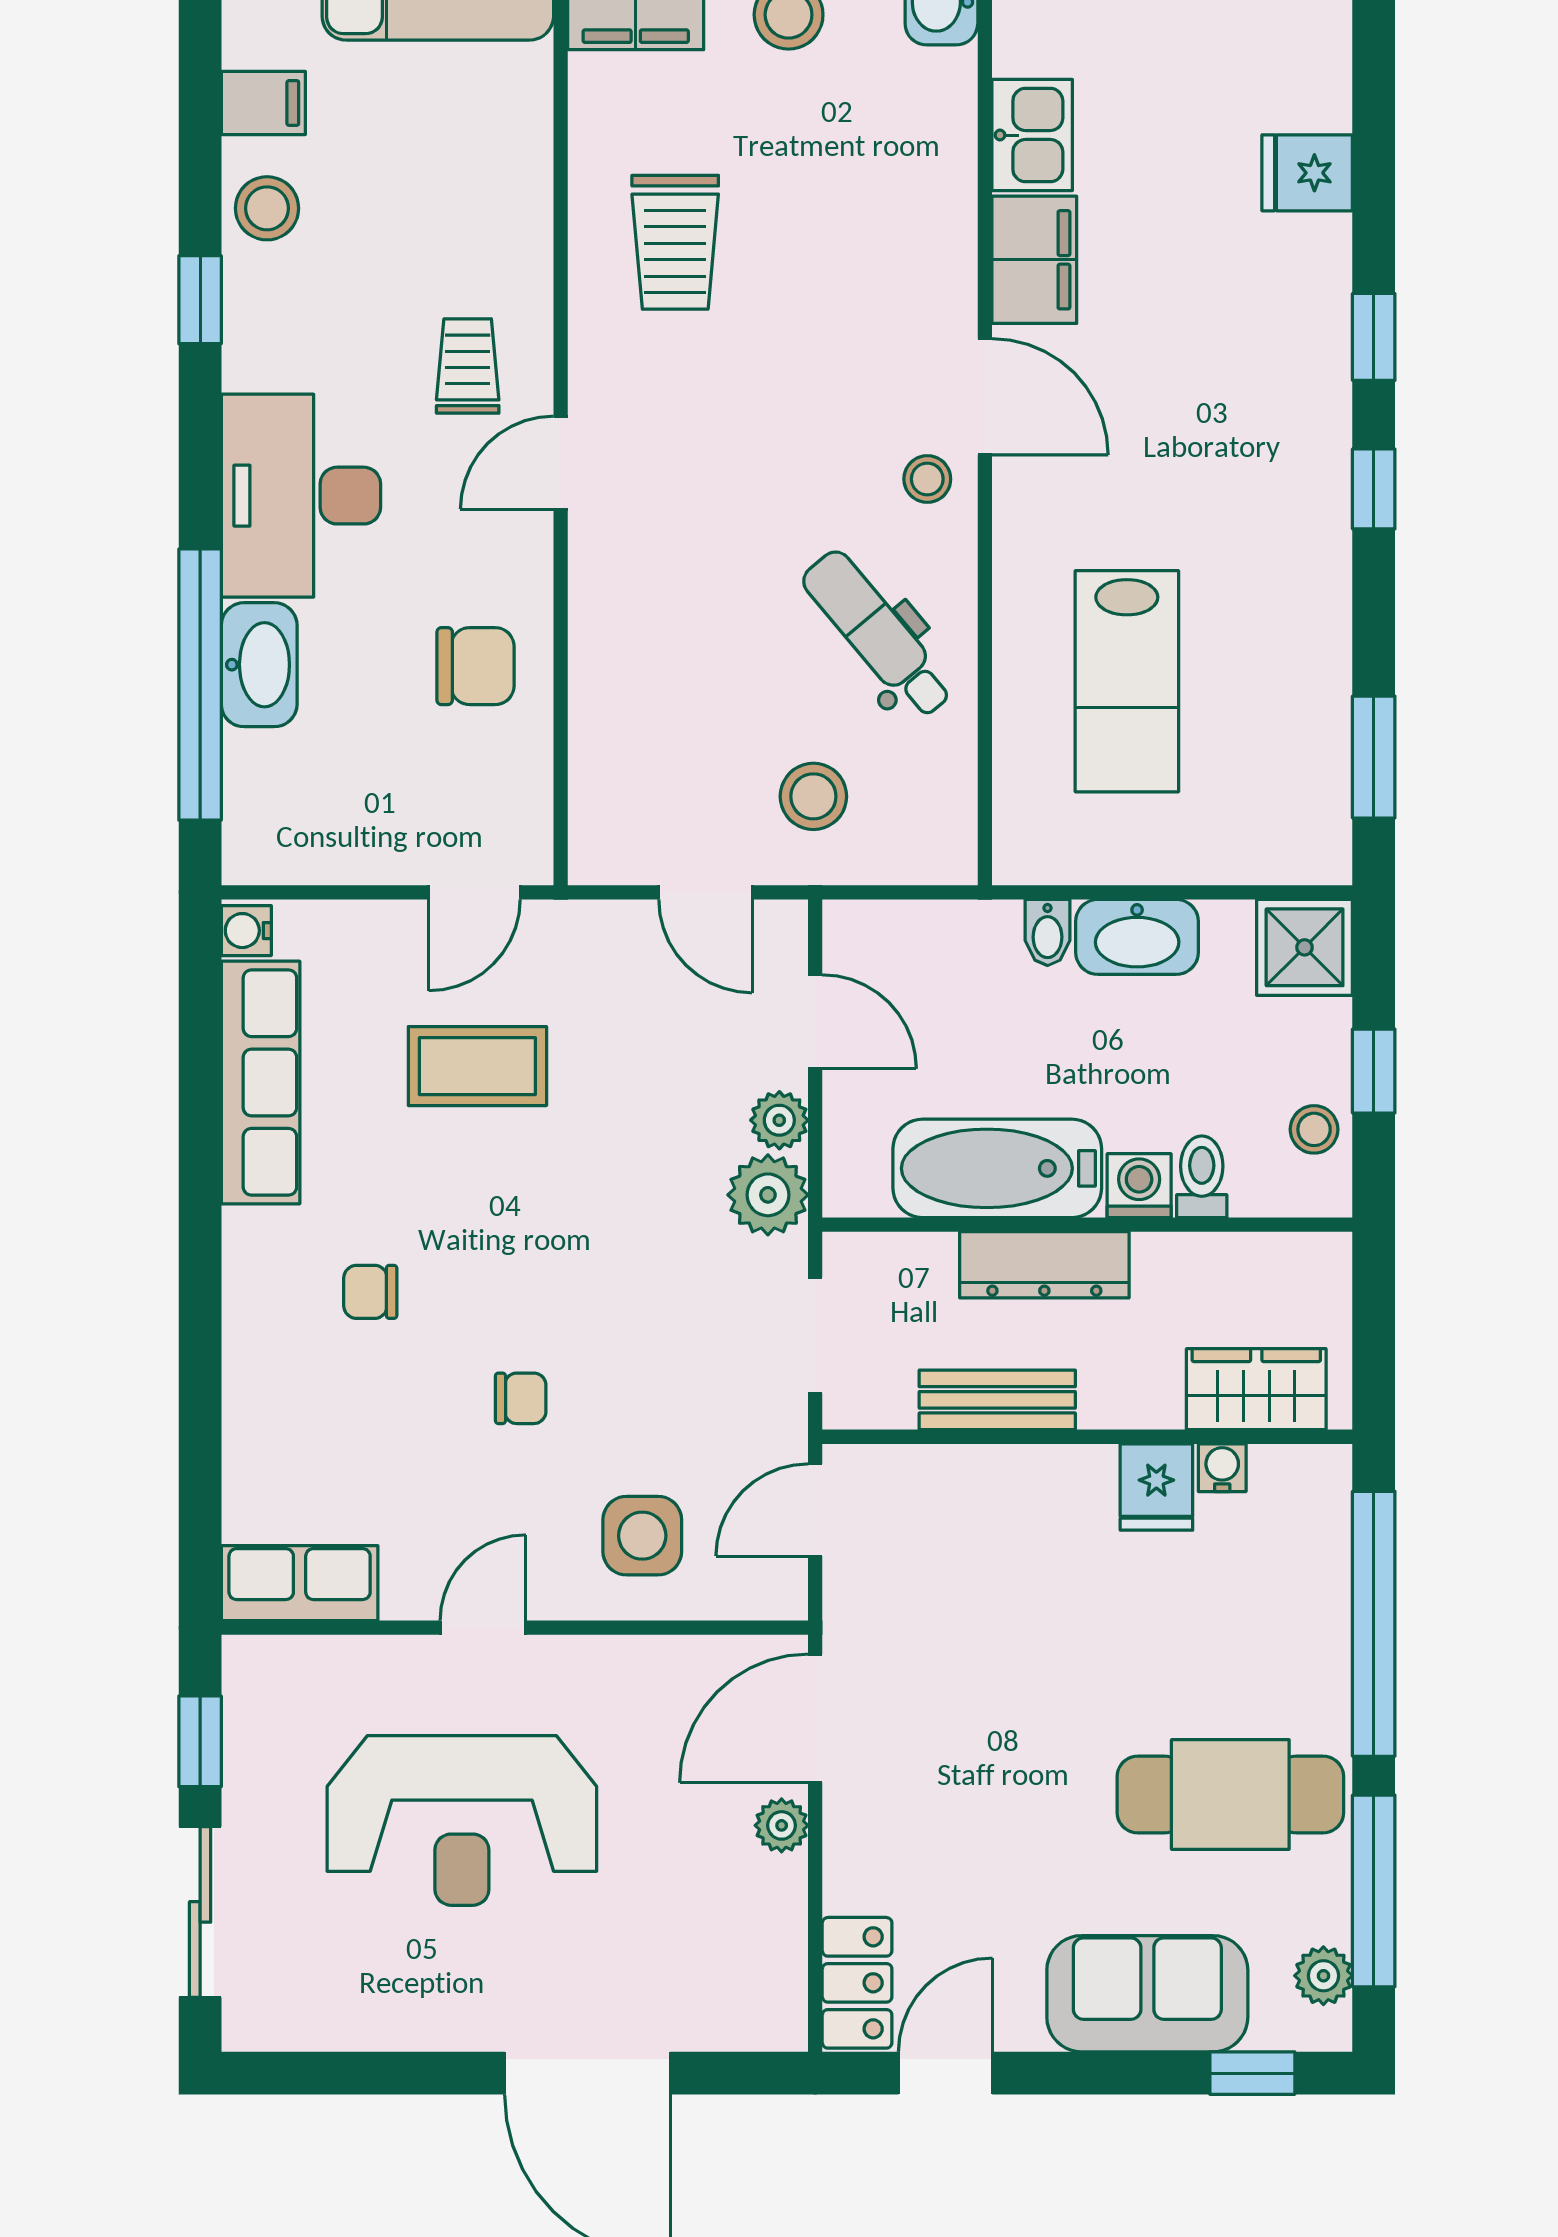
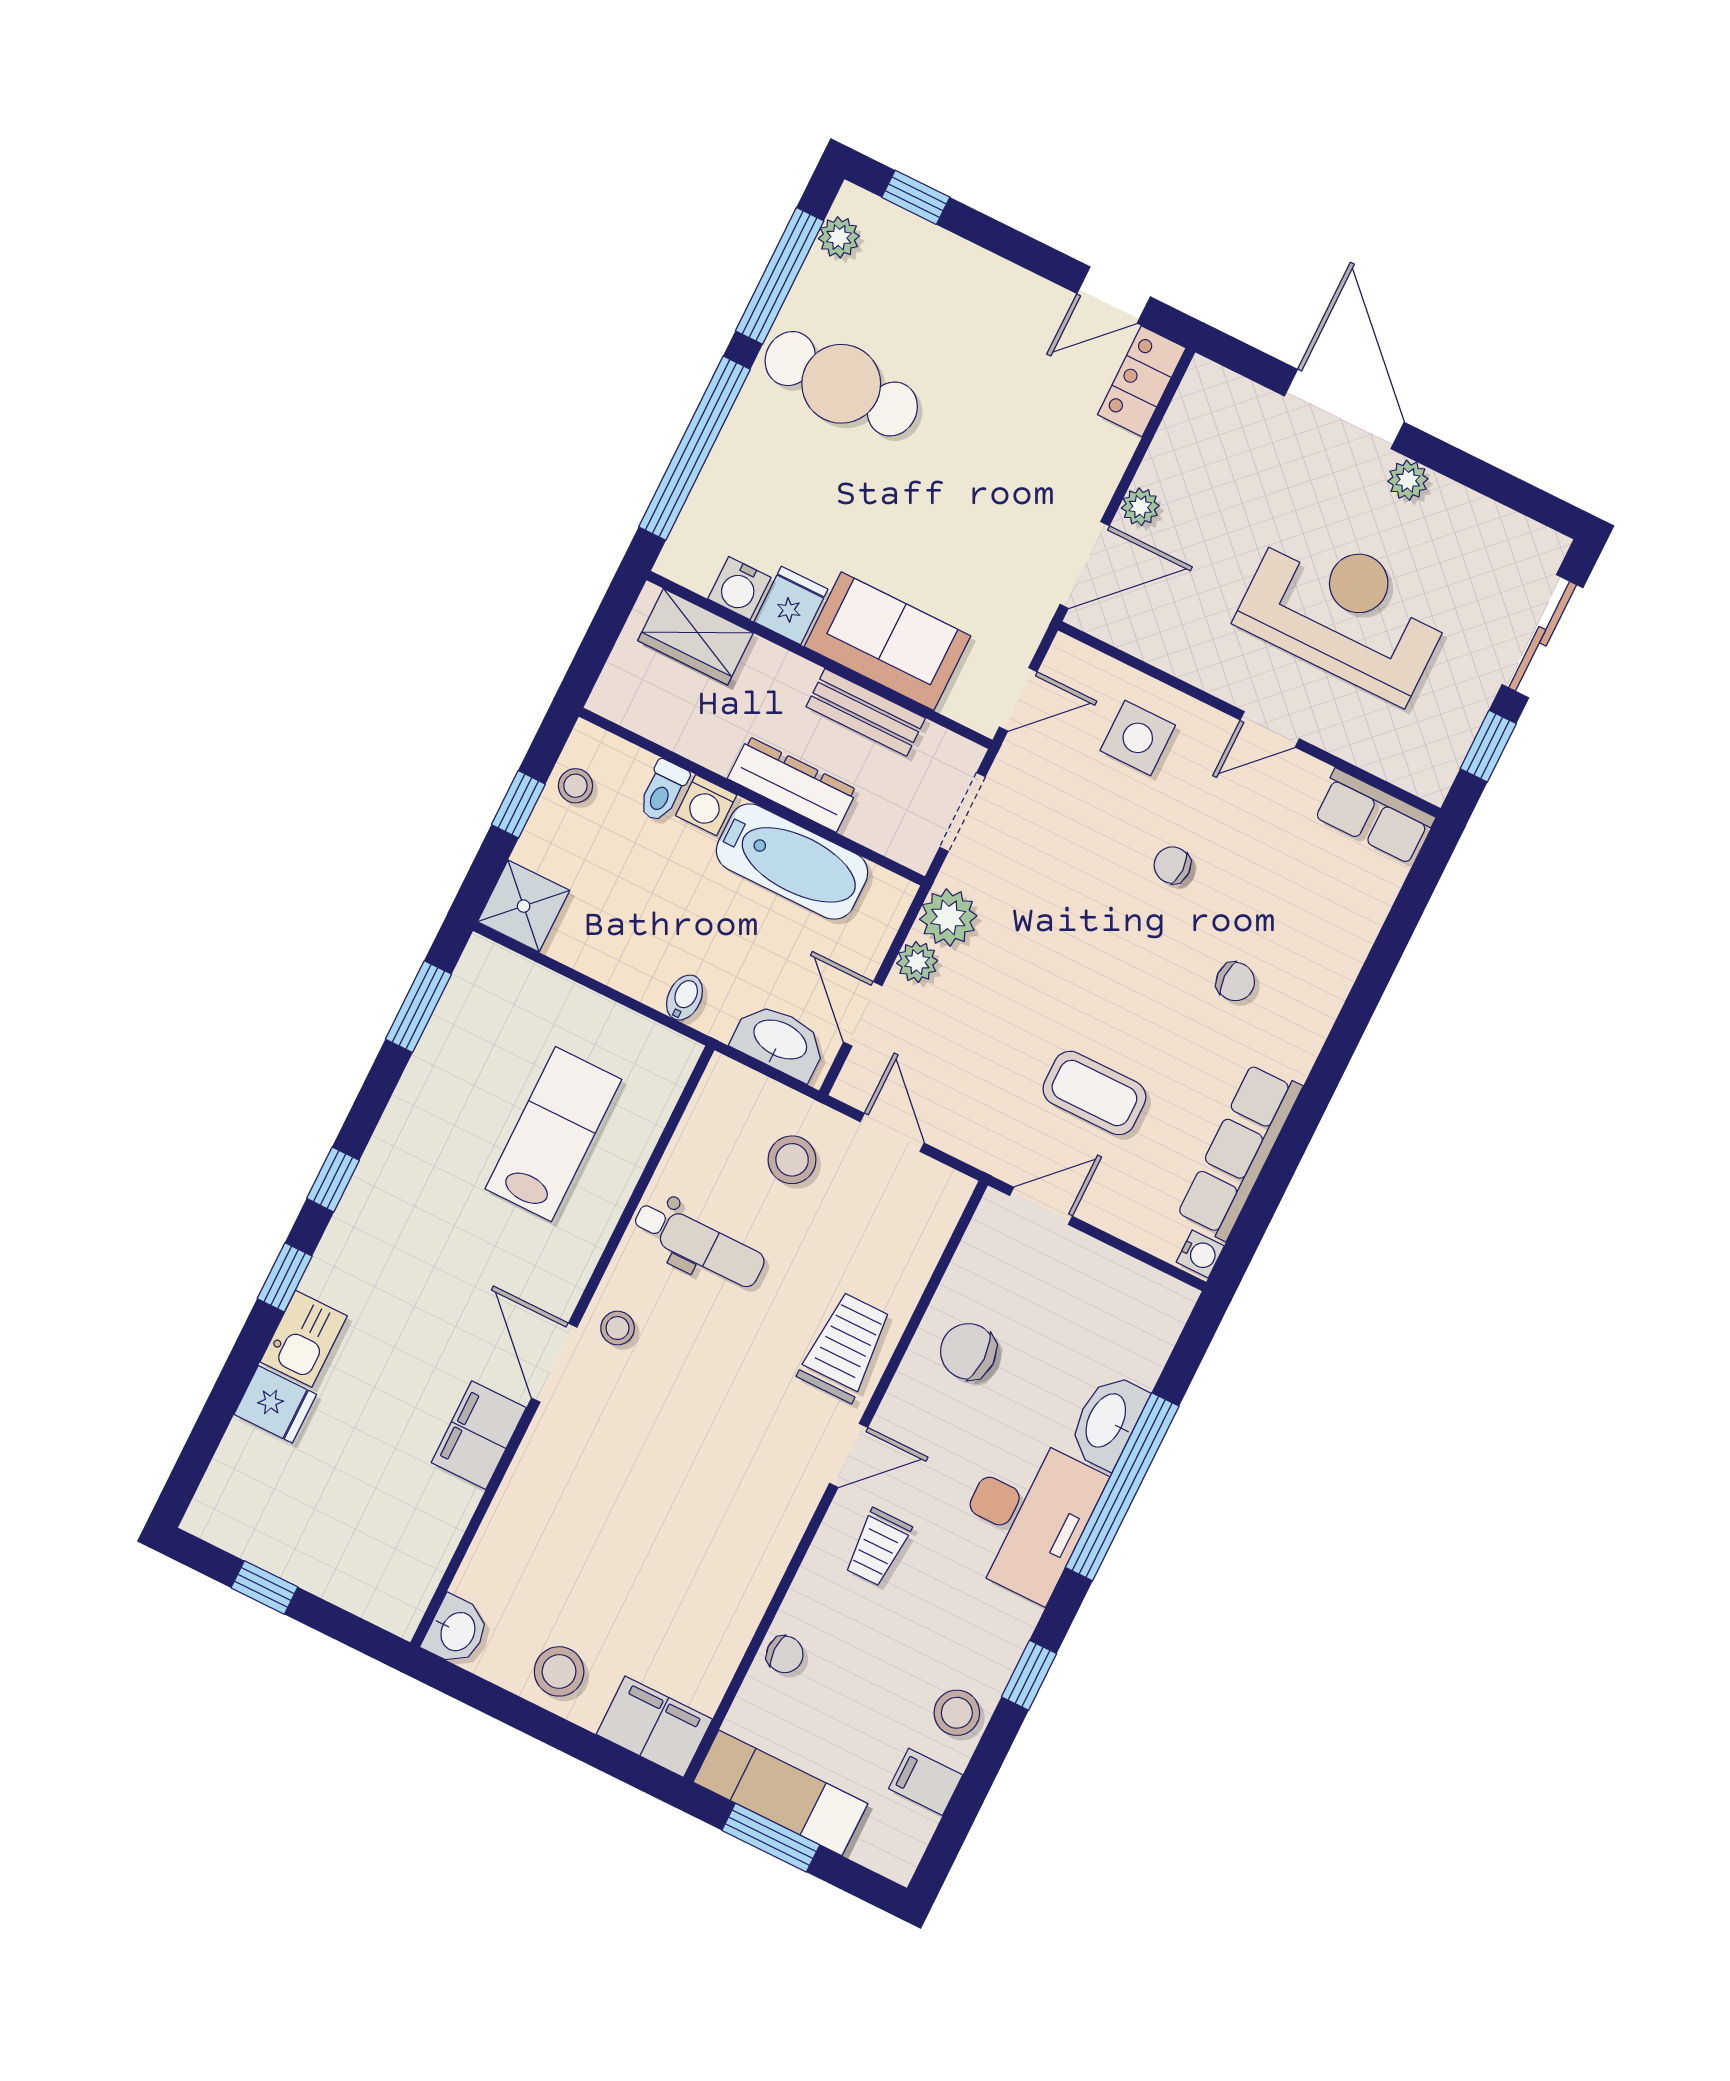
kitchen sink: (1032, 135) -> (304, 1339), moved, turned 180
chair: (518, 175) -> (785, 1654), added
trolley: (675, 242) -> (845, 1347), moved
dental chair: (878, 634) -> (699, 1244), turned -50
window: (200, 685) -> (1122, 1487), moved
washbasin: (1137, 937) -> (780, 1041), moved
water cooler: (1222, 1468) -> (739, 588), width x1.38, depth x1.38
sofa: (1147, 1994) -> (887, 641), moved, turned 180
plant: (464, 2024) -> (1408, 480), added

